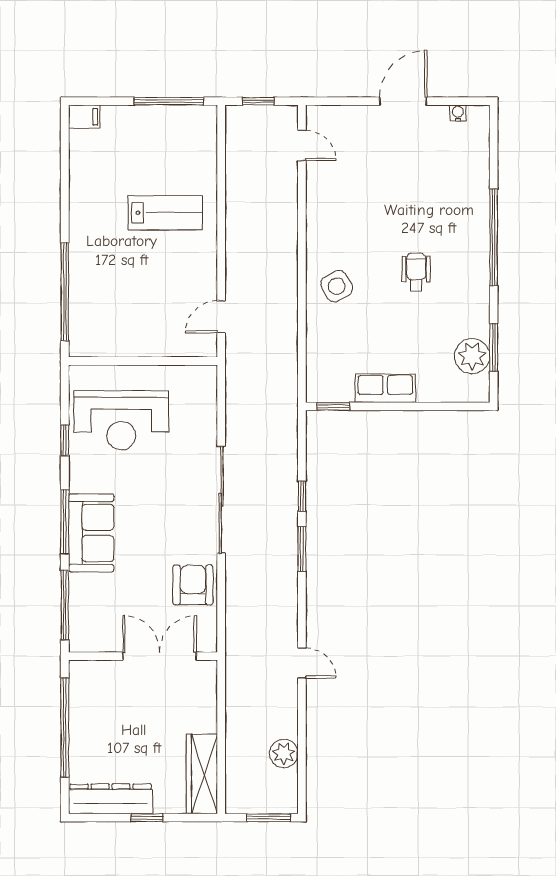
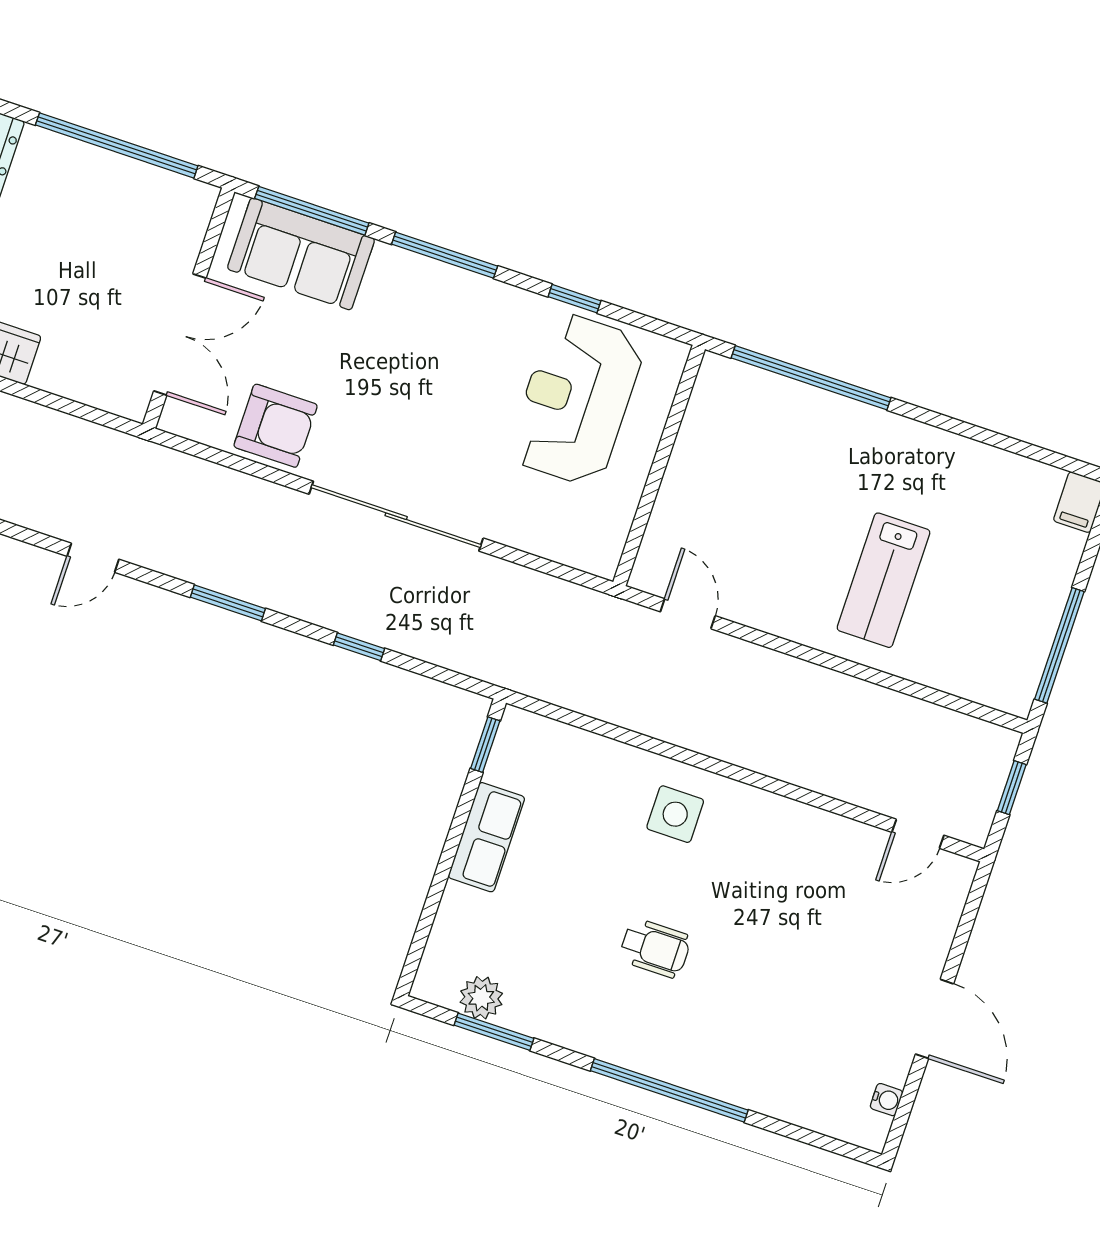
side table: (337, 286) -> (675, 814), turned 30
plant: (472, 356) -> (481, 998), width x0.73, depth x0.73
sofa: (91, 533) -> (301, 254), moved
window: (302, 549) -> (228, 603), moved

